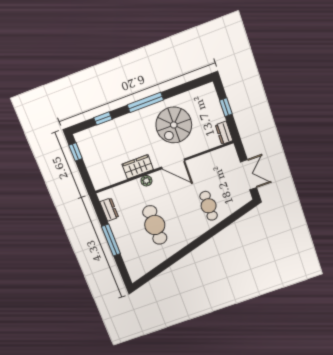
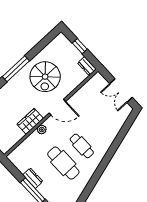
double door: (249, 175) -> (121, 91), swing flipped
cafe table: (209, 206) -> (82, 146), moved
dresser: (109, 210) -> (33, 178), moved

